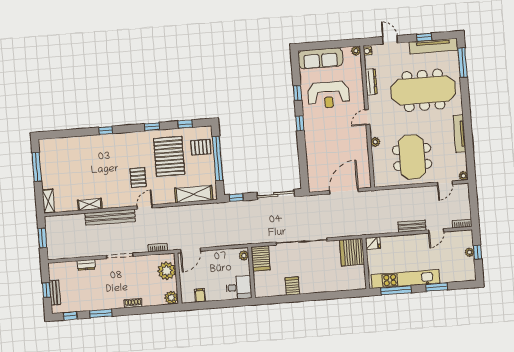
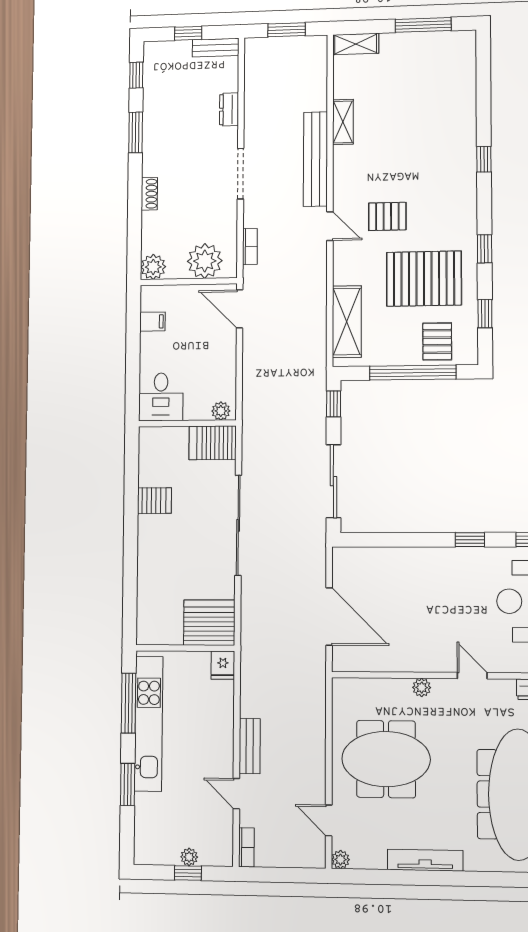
bench: (55, 293) -> (216, 48), moved

